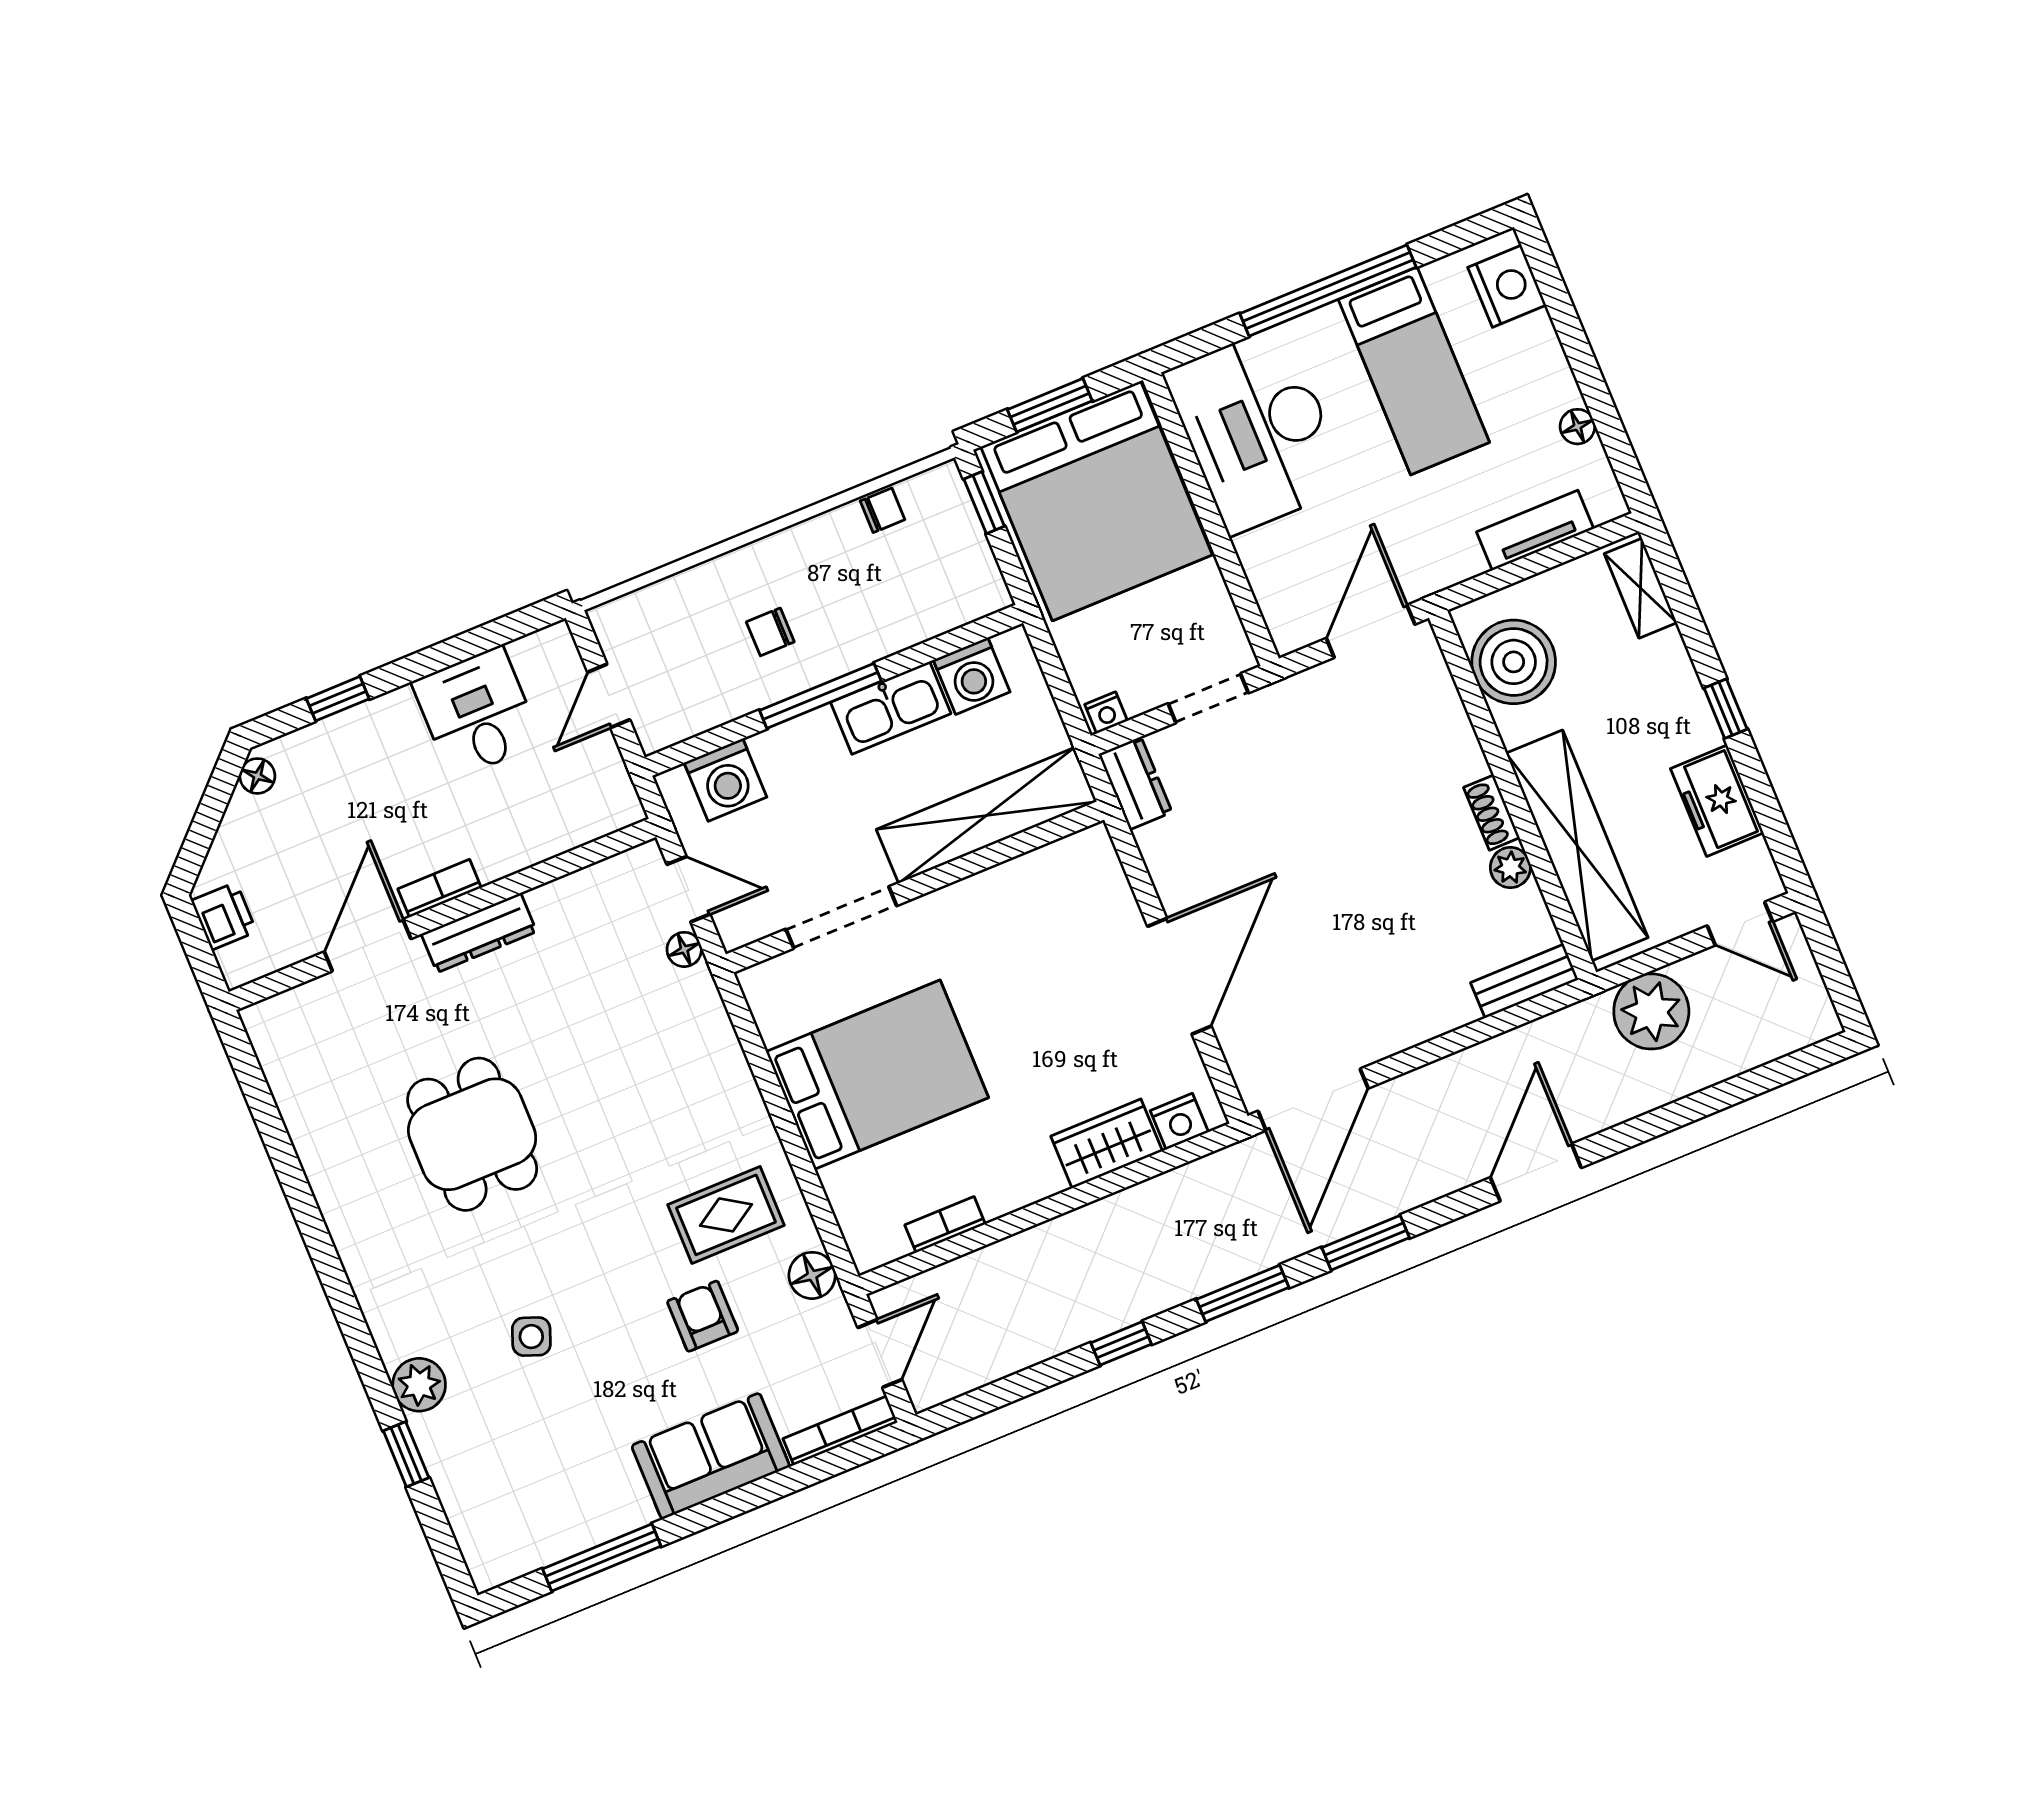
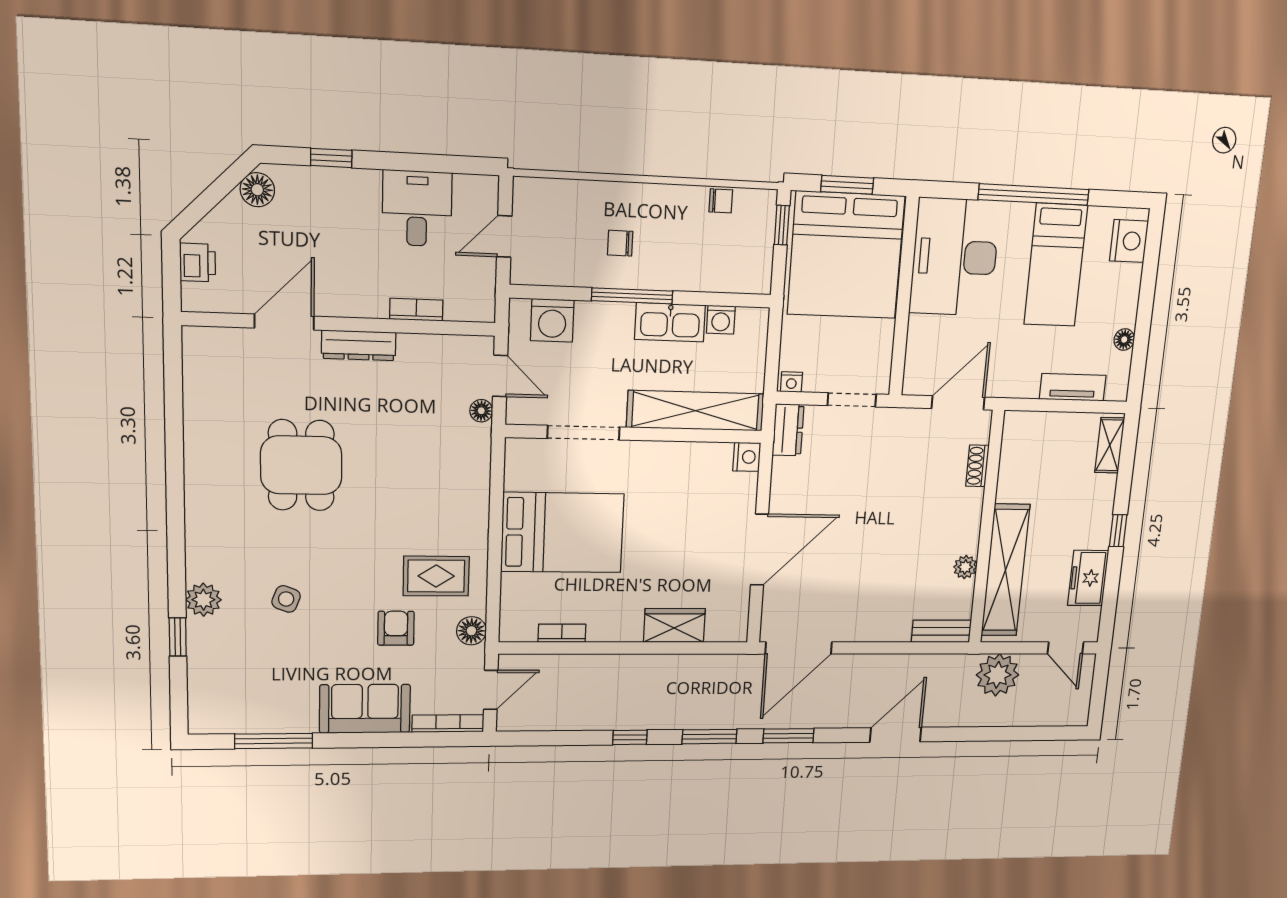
boiler: (1514, 662) -> (1024, 455), removed
washing machine: (972, 676) -> (721, 320), width x0.73, depth x0.73
floor lamp: (257, 776) -> (257, 190), width x1.37, depth x1.37
shoe rack: (1492, 813) -> (977, 466), moved
bookcase: (440, 888) -> (416, 310), moved
nightstand: (1179, 1121) -> (747, 457), moved, turned -90

